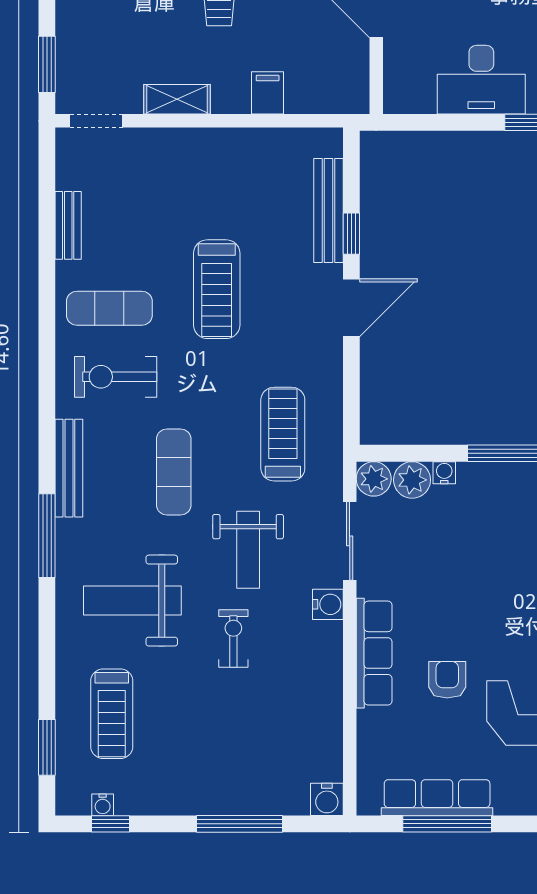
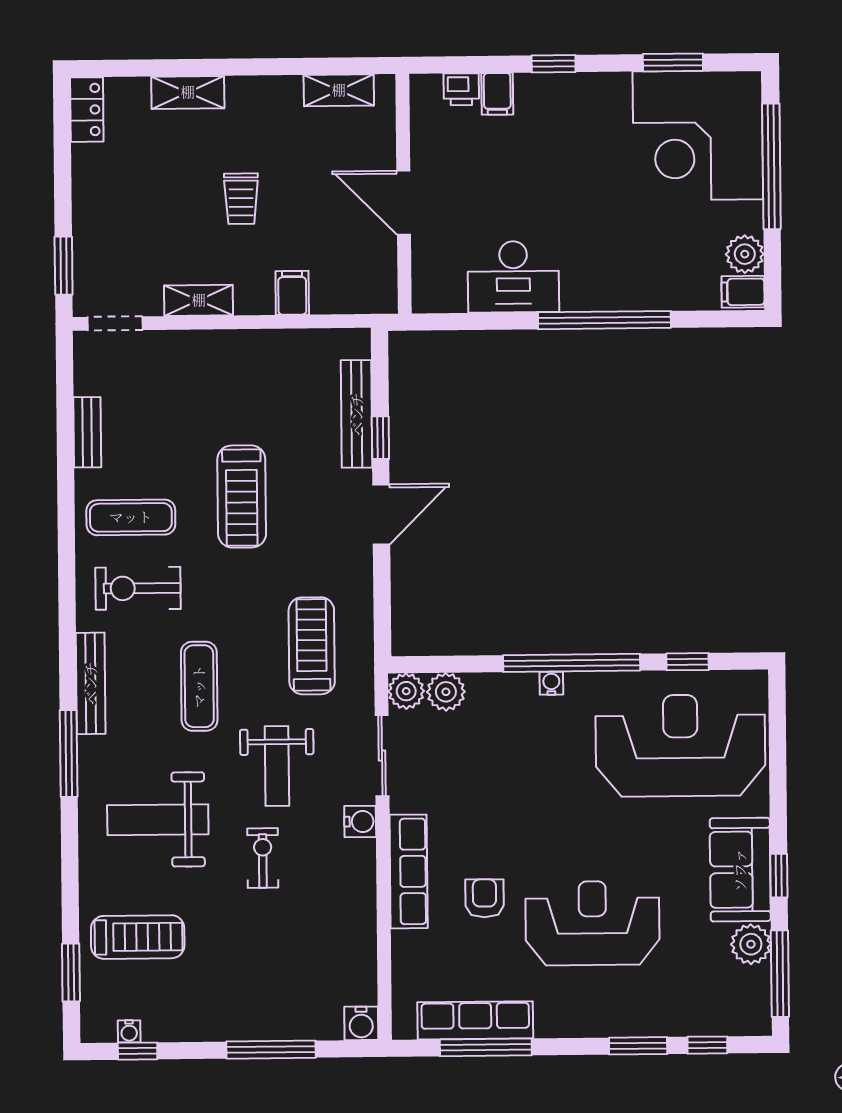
water cooler: (444, 473) -> (551, 683), moved
treadmill: (112, 714) -> (138, 937), turned -90

